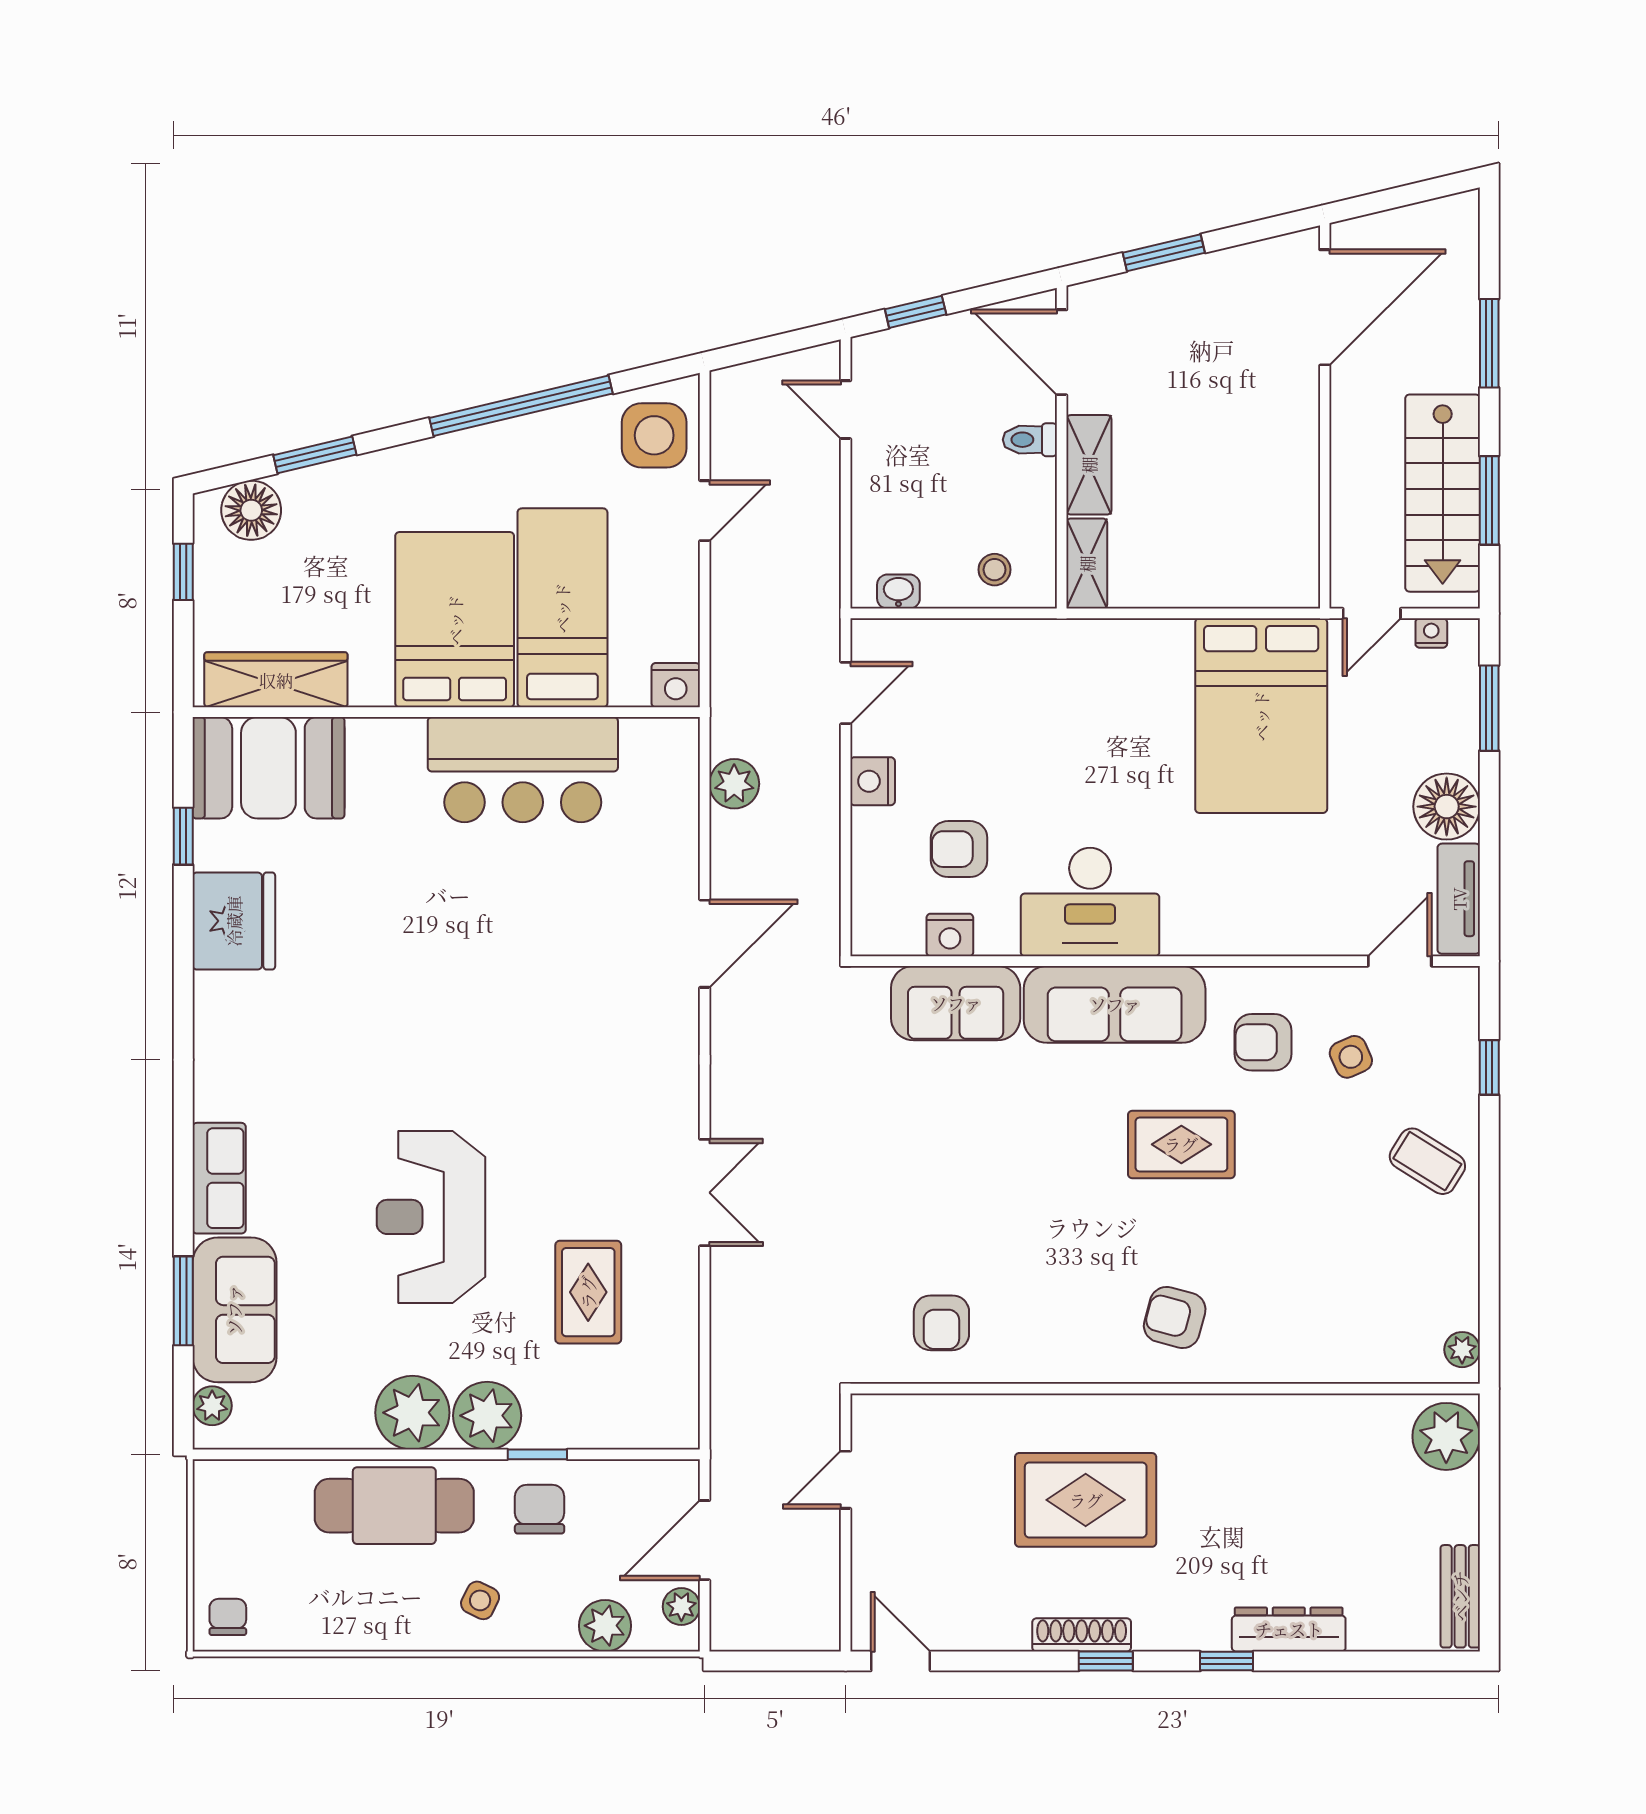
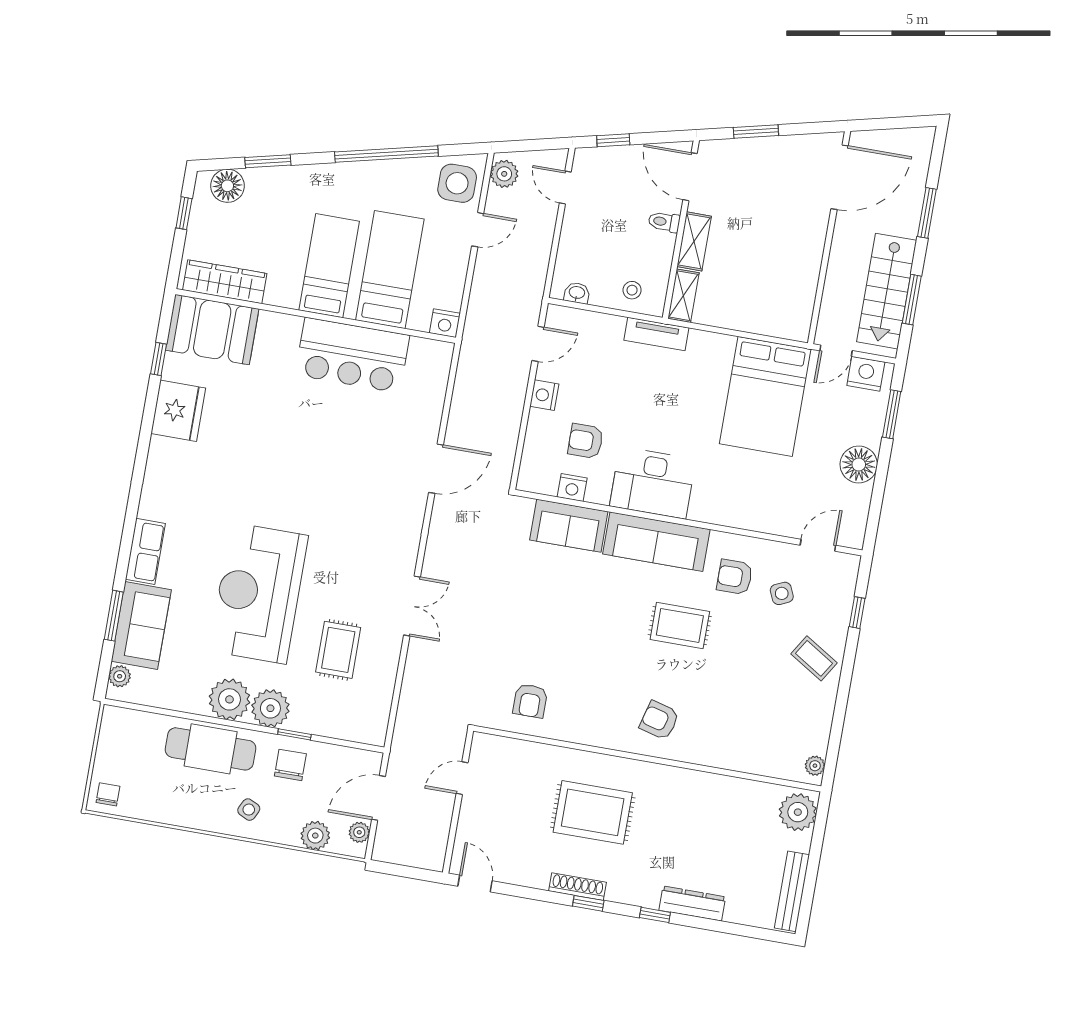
bed: (455, 620) -> (329, 266), width x0.67
nightstand: (1431, 633) -> (866, 374), width x1.89, depth x1.79
plant: (734, 784) -> (504, 174), moved
tv unit: (1459, 899) -> (656, 334), moved, turned -90
reception desk: (431, 1217) -> (259, 593), width x1.36, depth x1.30
bench: (1460, 1596) -> (792, 891), width x1.36

